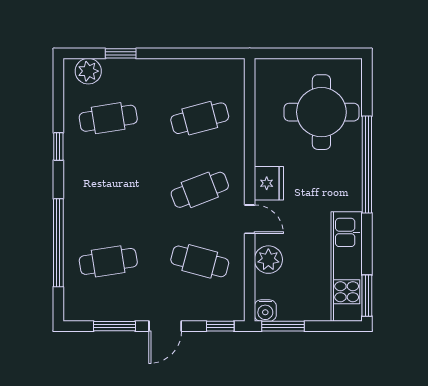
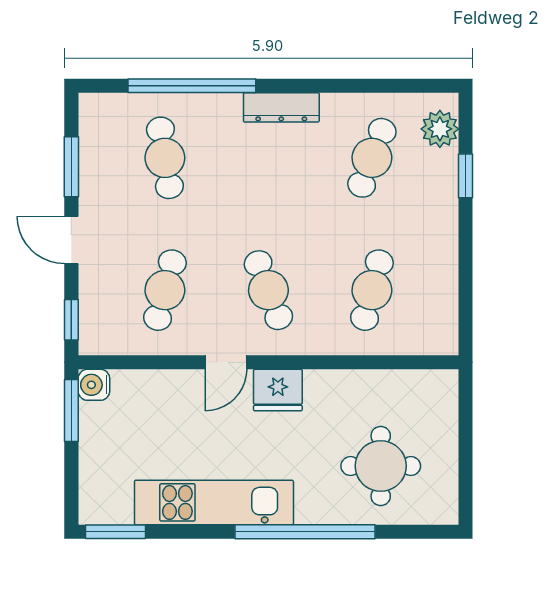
round table: (321, 112) -> (381, 466), width x0.73, depth x0.73
cafe table: (108, 118) -> (372, 158), turned 30
cafe table: (200, 118) -> (372, 290), turned 30
window: (58, 147) -> (331, 86), removed
dresser: (73, 181) -> (281, 107), added
plant: (268, 260) -> (168, 389), removed
kitchen unit: (347, 266) -> (214, 502), moved

